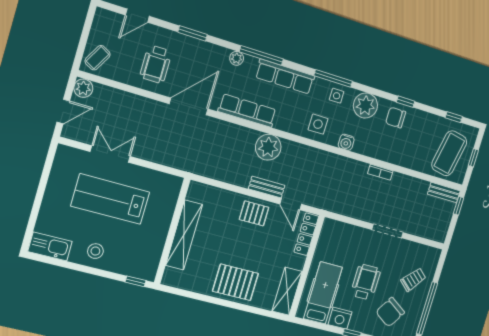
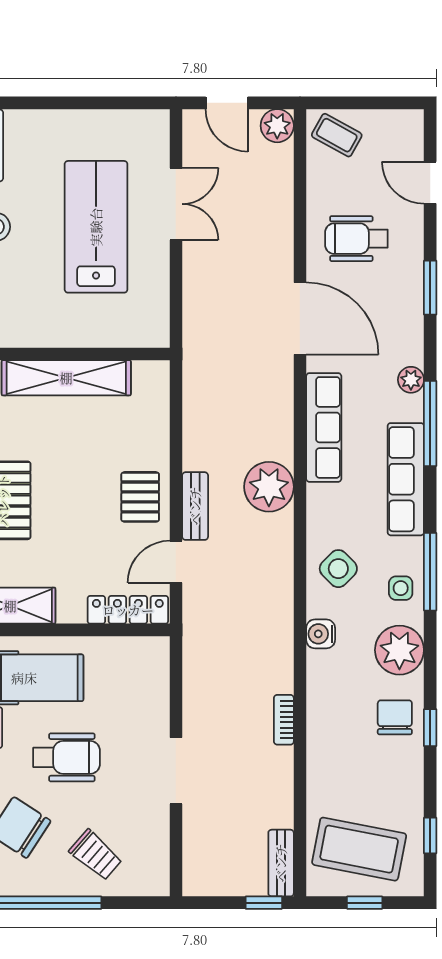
side table: (318, 124) -> (338, 569), turned 45

